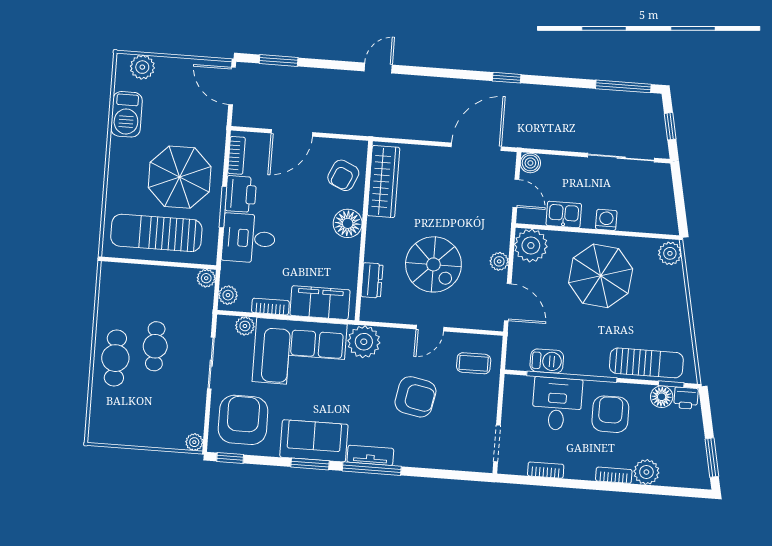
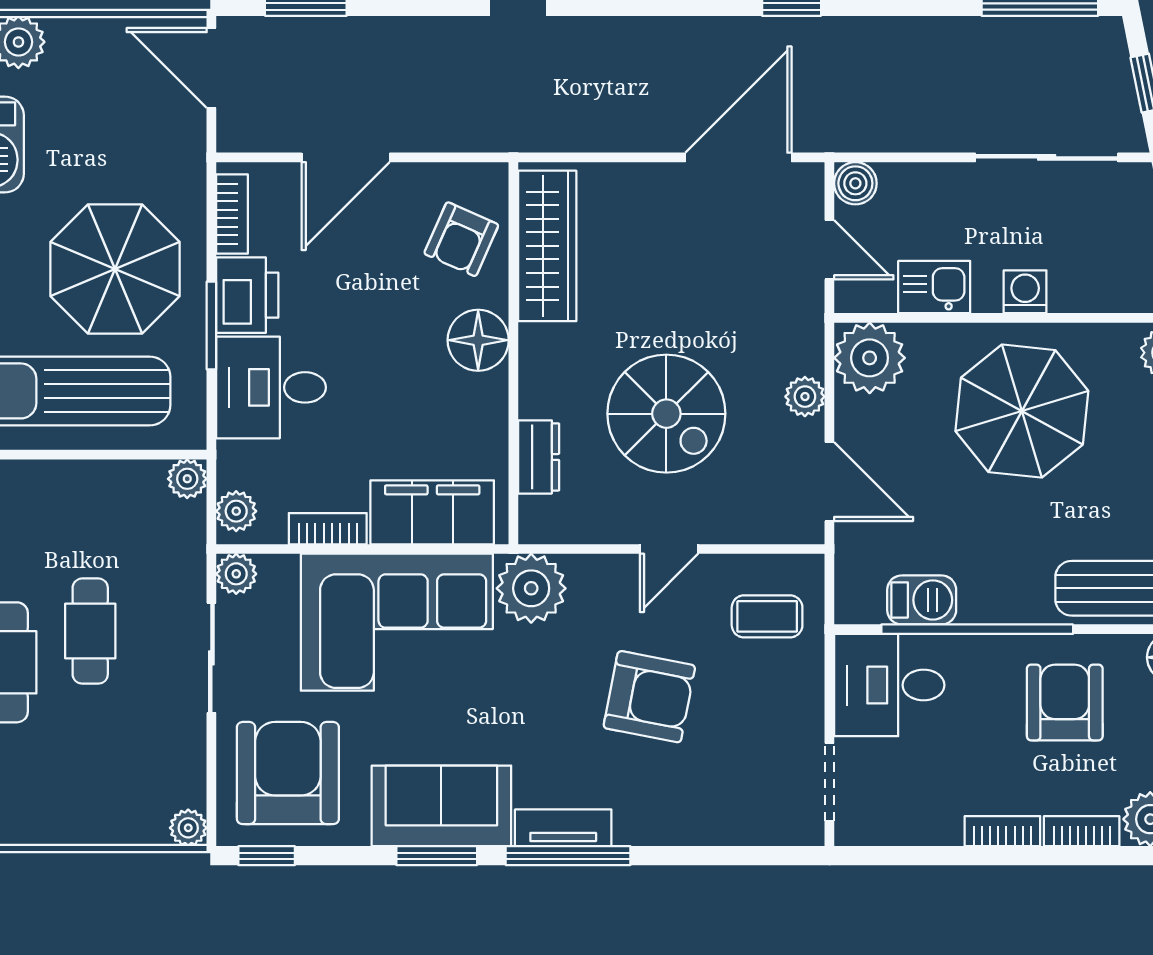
plant: (245, 326) -> (236, 574), moved
desk: (557, 404) -> (889, 685), moved, turned -90
bookcase: (546, 470) -> (1002, 831), moved

